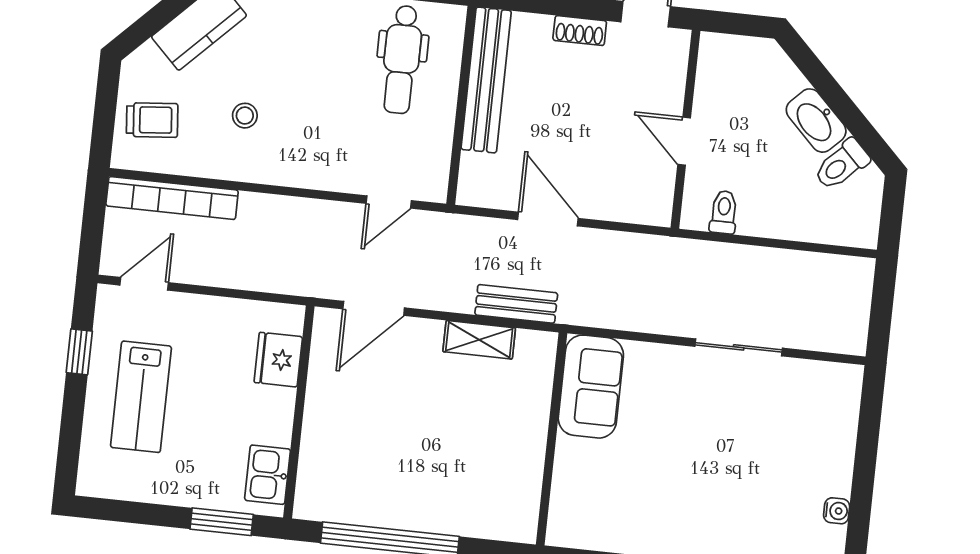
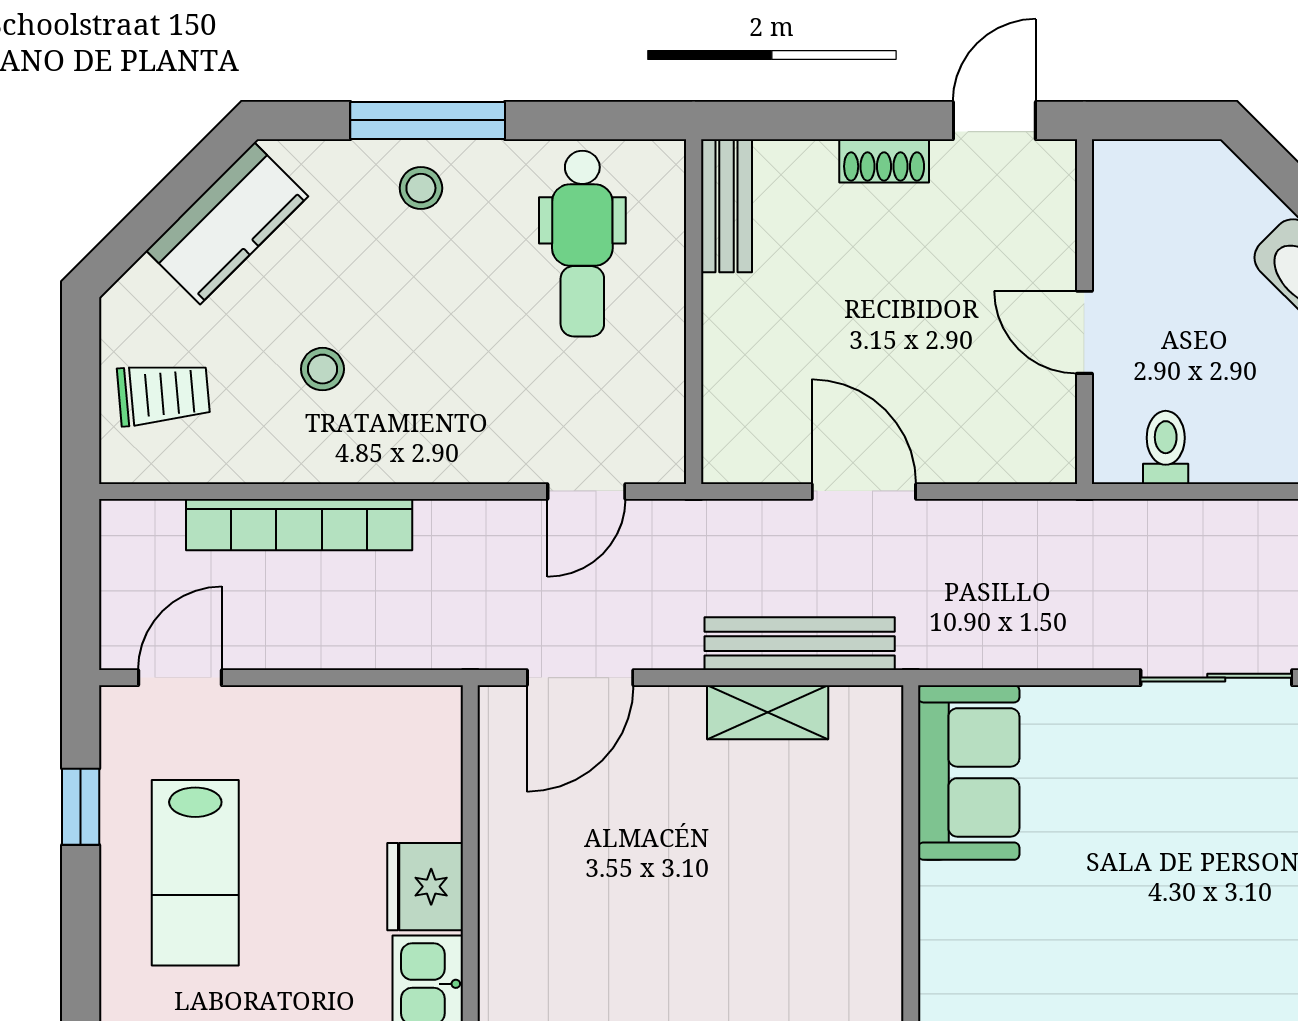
stool: (312, 18) -> (421, 188), added
bench: (486, 80) -> (726, 206), width x0.54, depth x0.82
bookcase: (172, 198) -> (299, 525), moved
bench: (516, 304) -> (800, 644), width x1.36
fridge: (278, 360) -> (425, 887), moved

